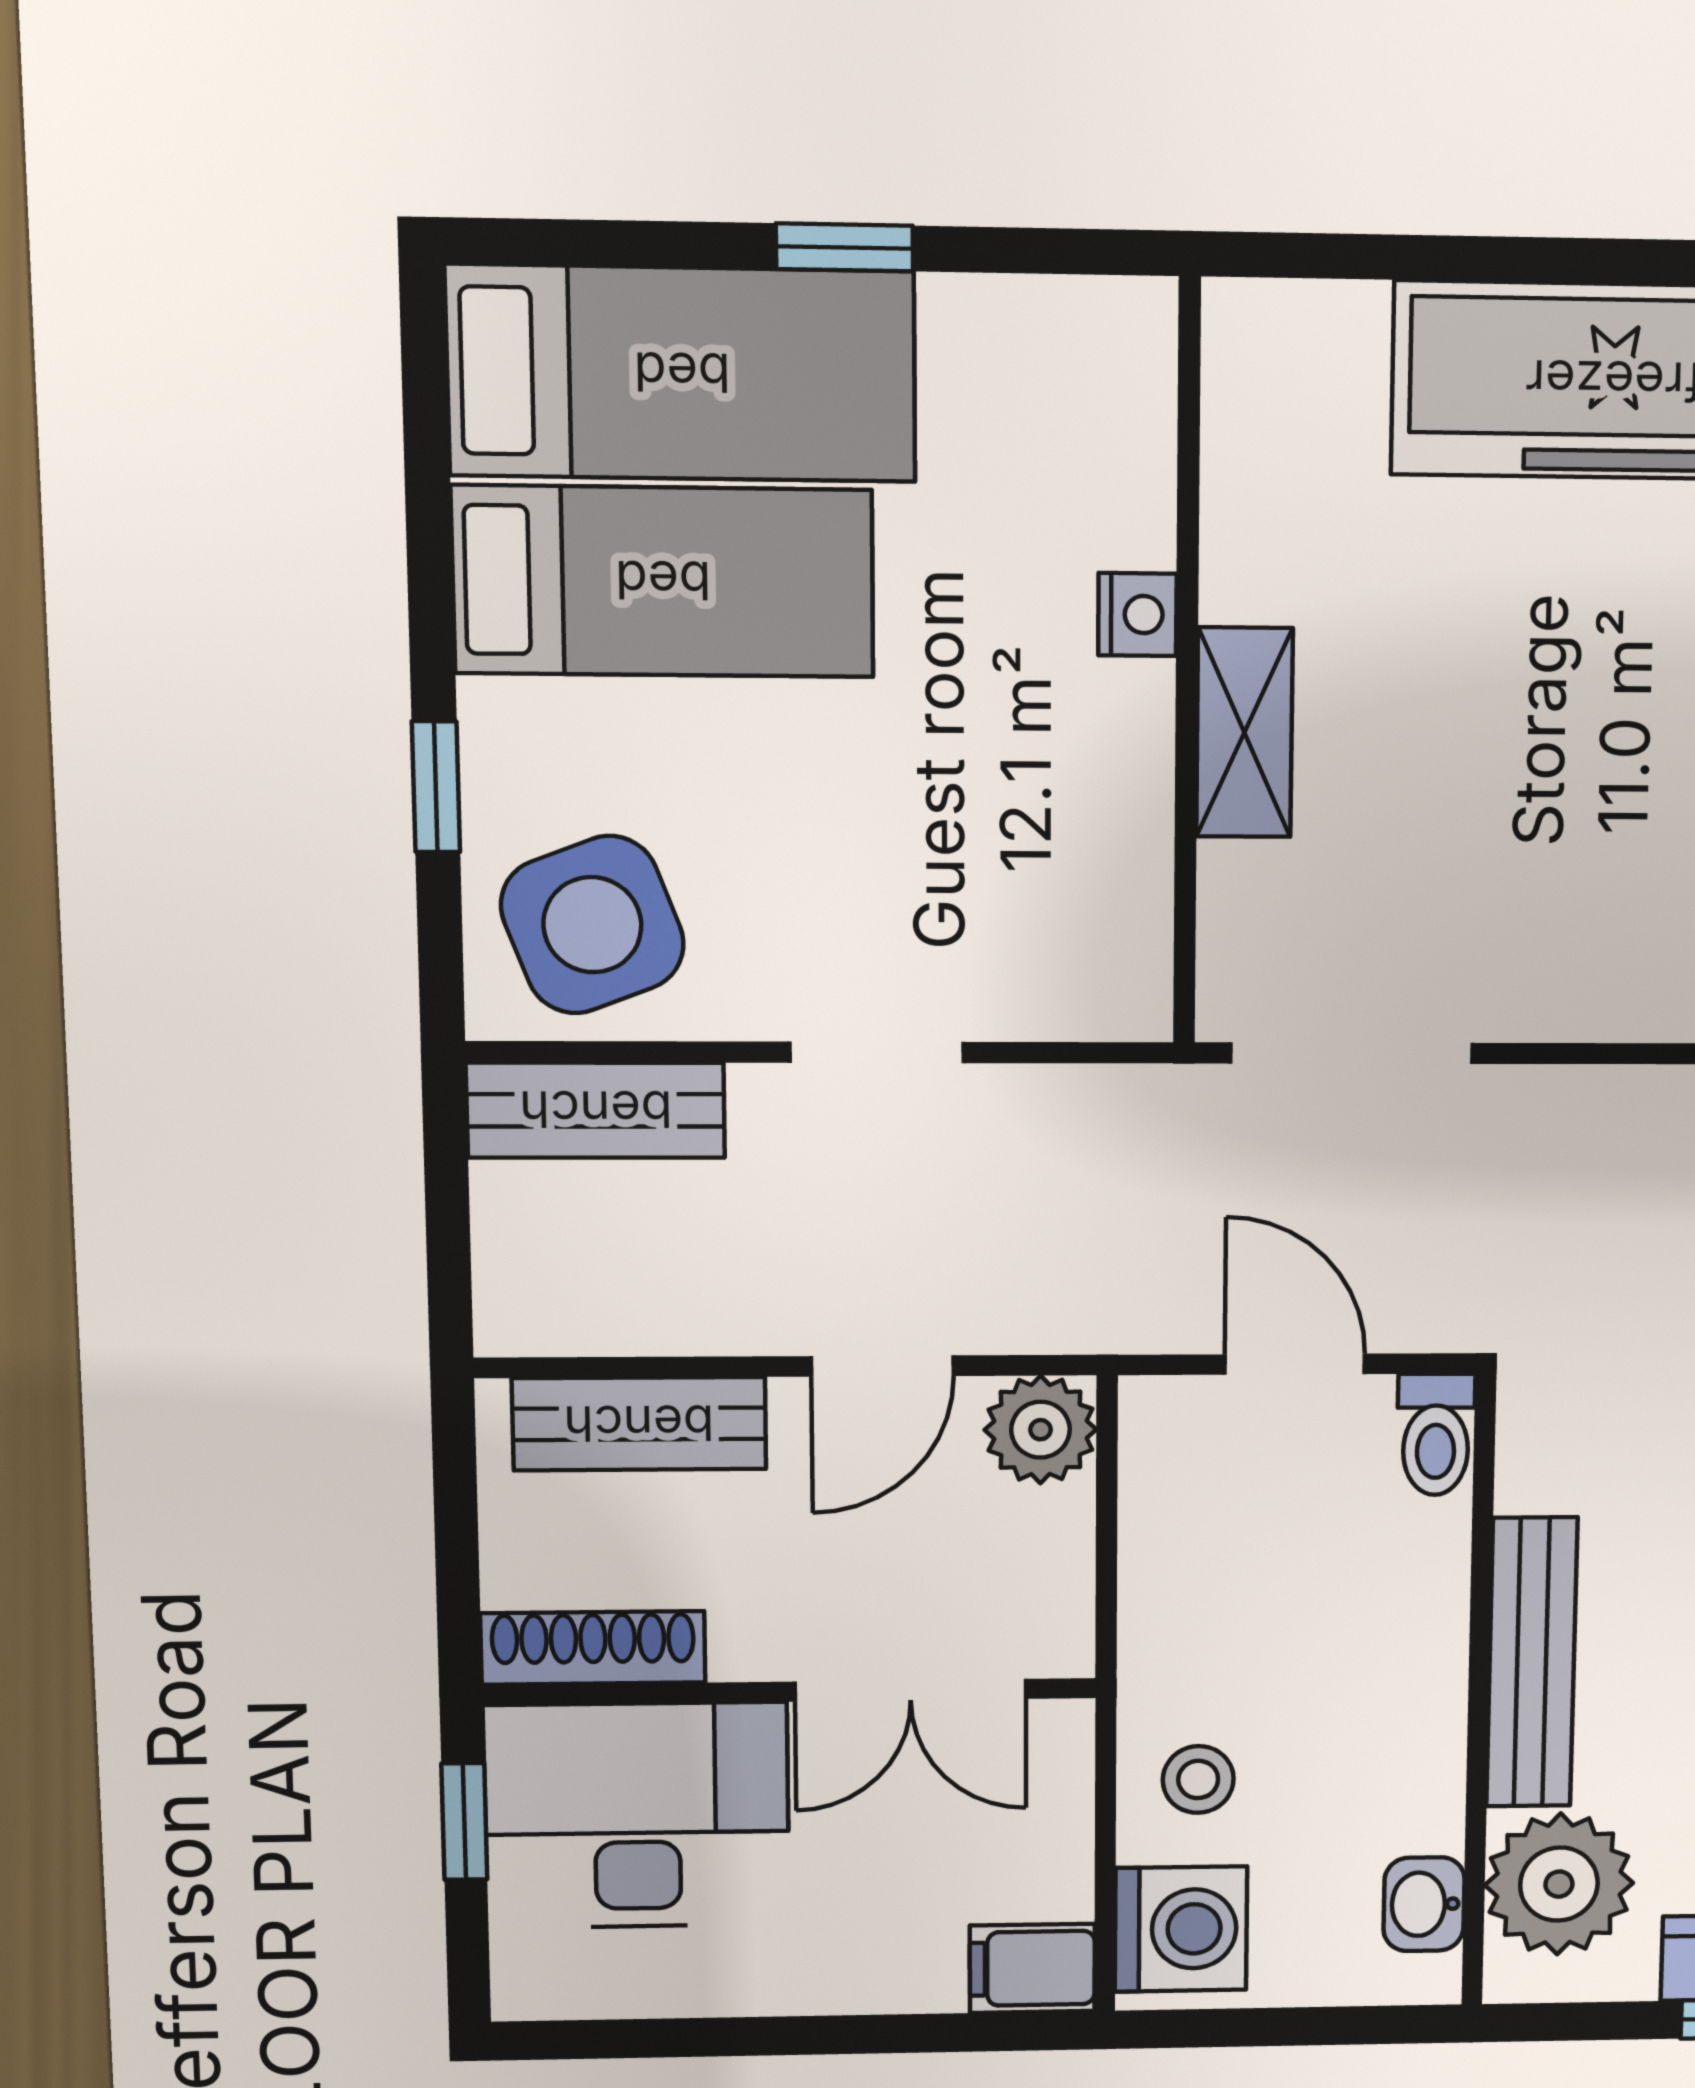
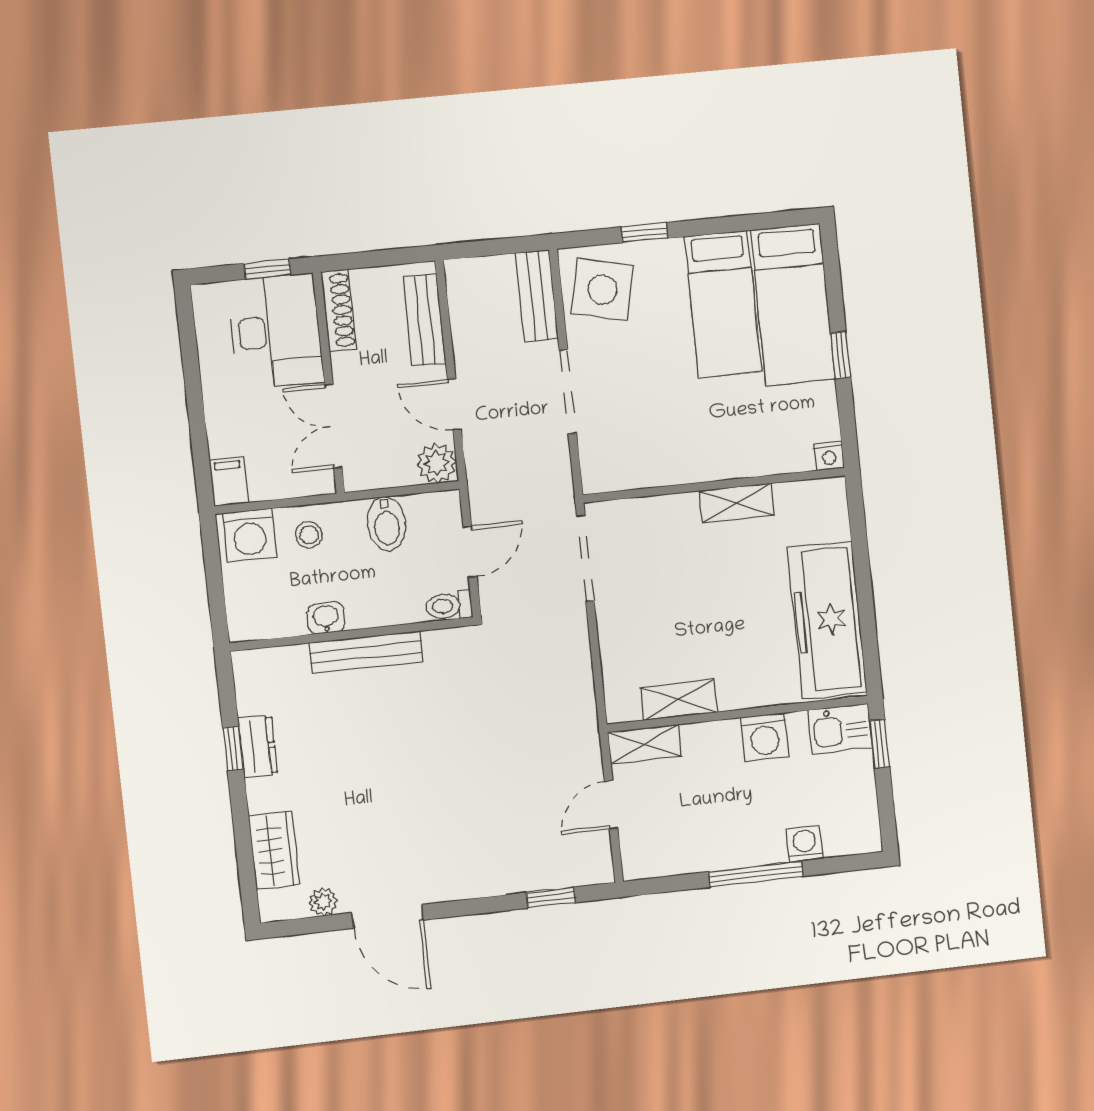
nightstand: (1137, 614) -> (829, 456), moved
shelving: (1244, 732) -> (737, 503), moved
side table: (592, 925) -> (602, 289), turned 34
doorway: (877, 1052) -> (568, 392), width x1.38
bidet: (1192, 1577) -> (387, 524), added
plant: (1559, 1884) -> (280, 674), removed
washbasin: (1424, 1904) -> (326, 618), moved

